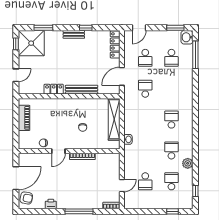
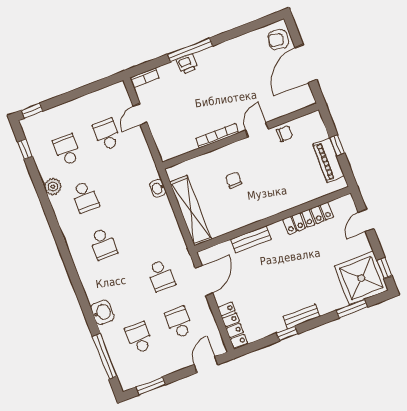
washbasin: (187, 37) -> (102, 312), moved
locker: (54, 89) -> (308, 218), width x1.53
bench: (82, 90) -> (251, 239), width x0.73
window: (16, 124) -> (337, 145), added
school desk: (171, 181) -> (67, 150), turned 180
printer: (51, 204) -> (187, 64), moved
window: (172, 211) -> (32, 111), moved

